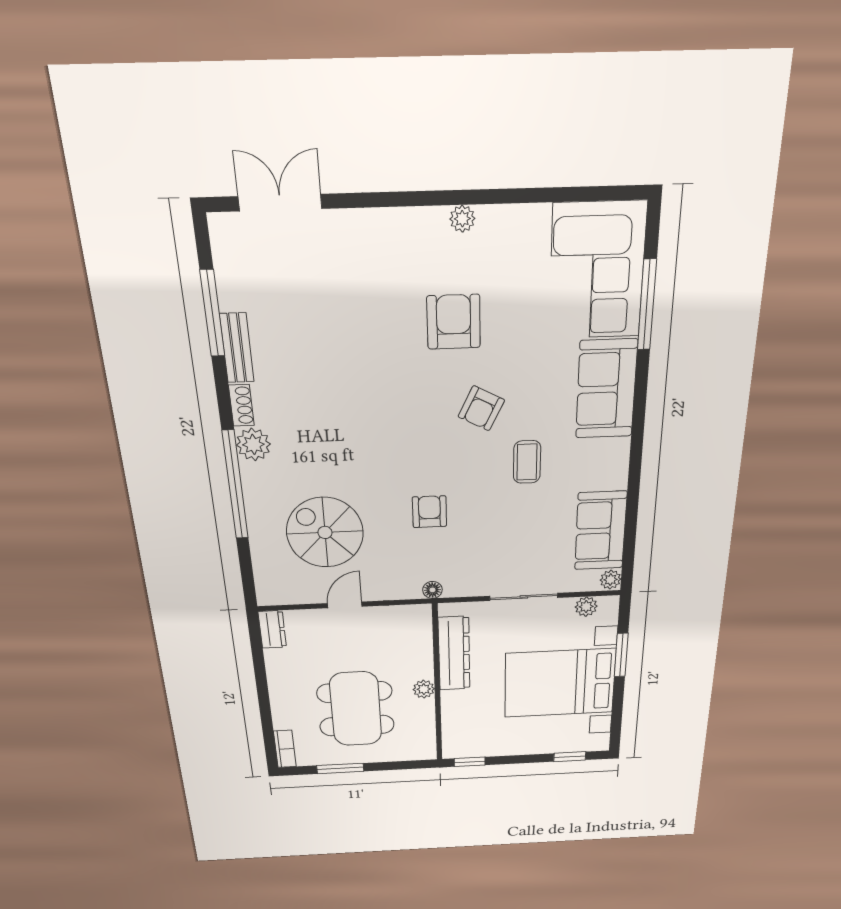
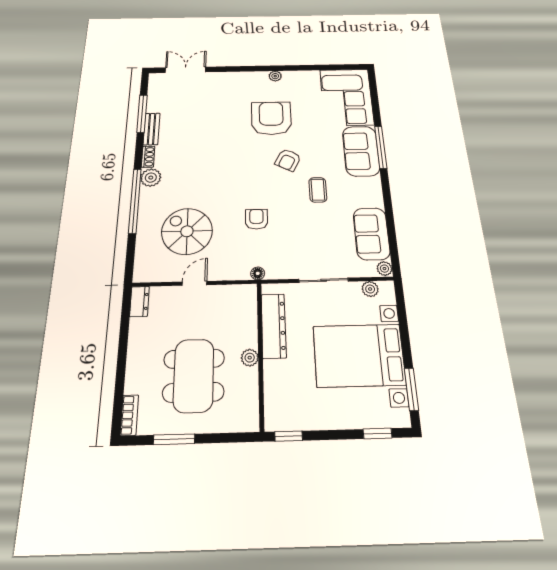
window: (647, 305) -> (381, 147), moved
armchair: (454, 322) -> (271, 118), width x1.36, depth x1.36
window: (621, 655) -> (411, 389), moved

